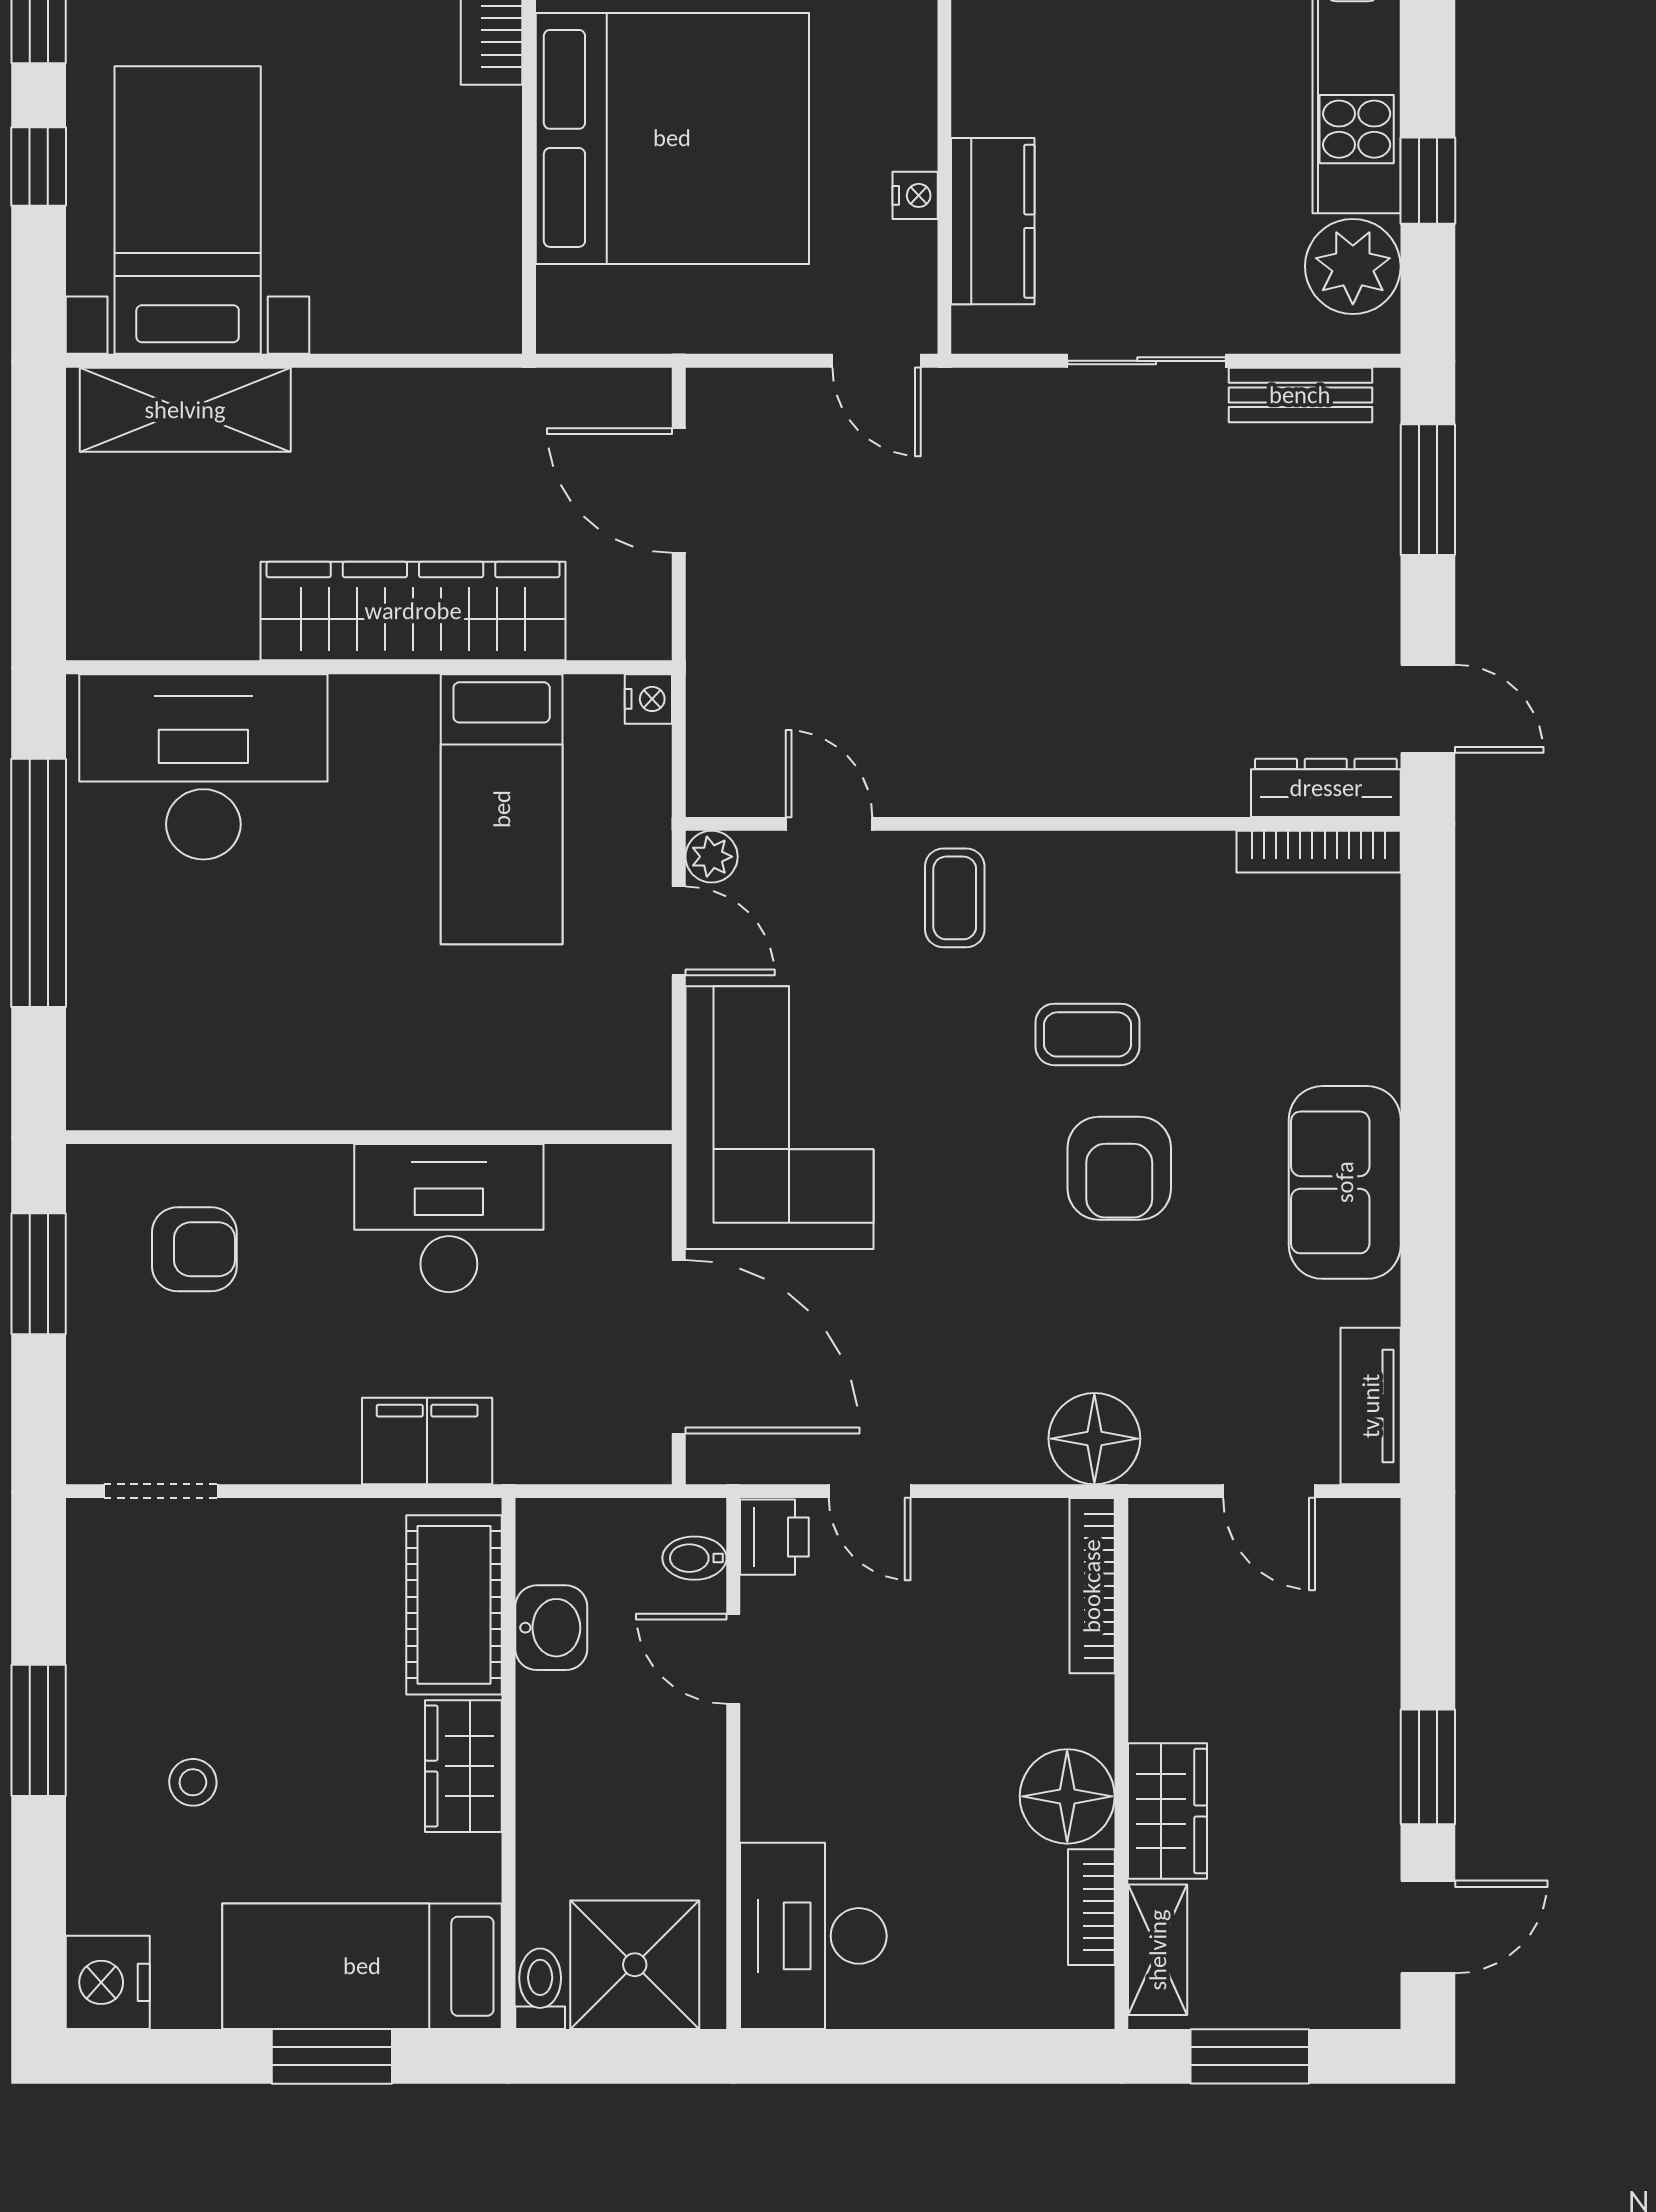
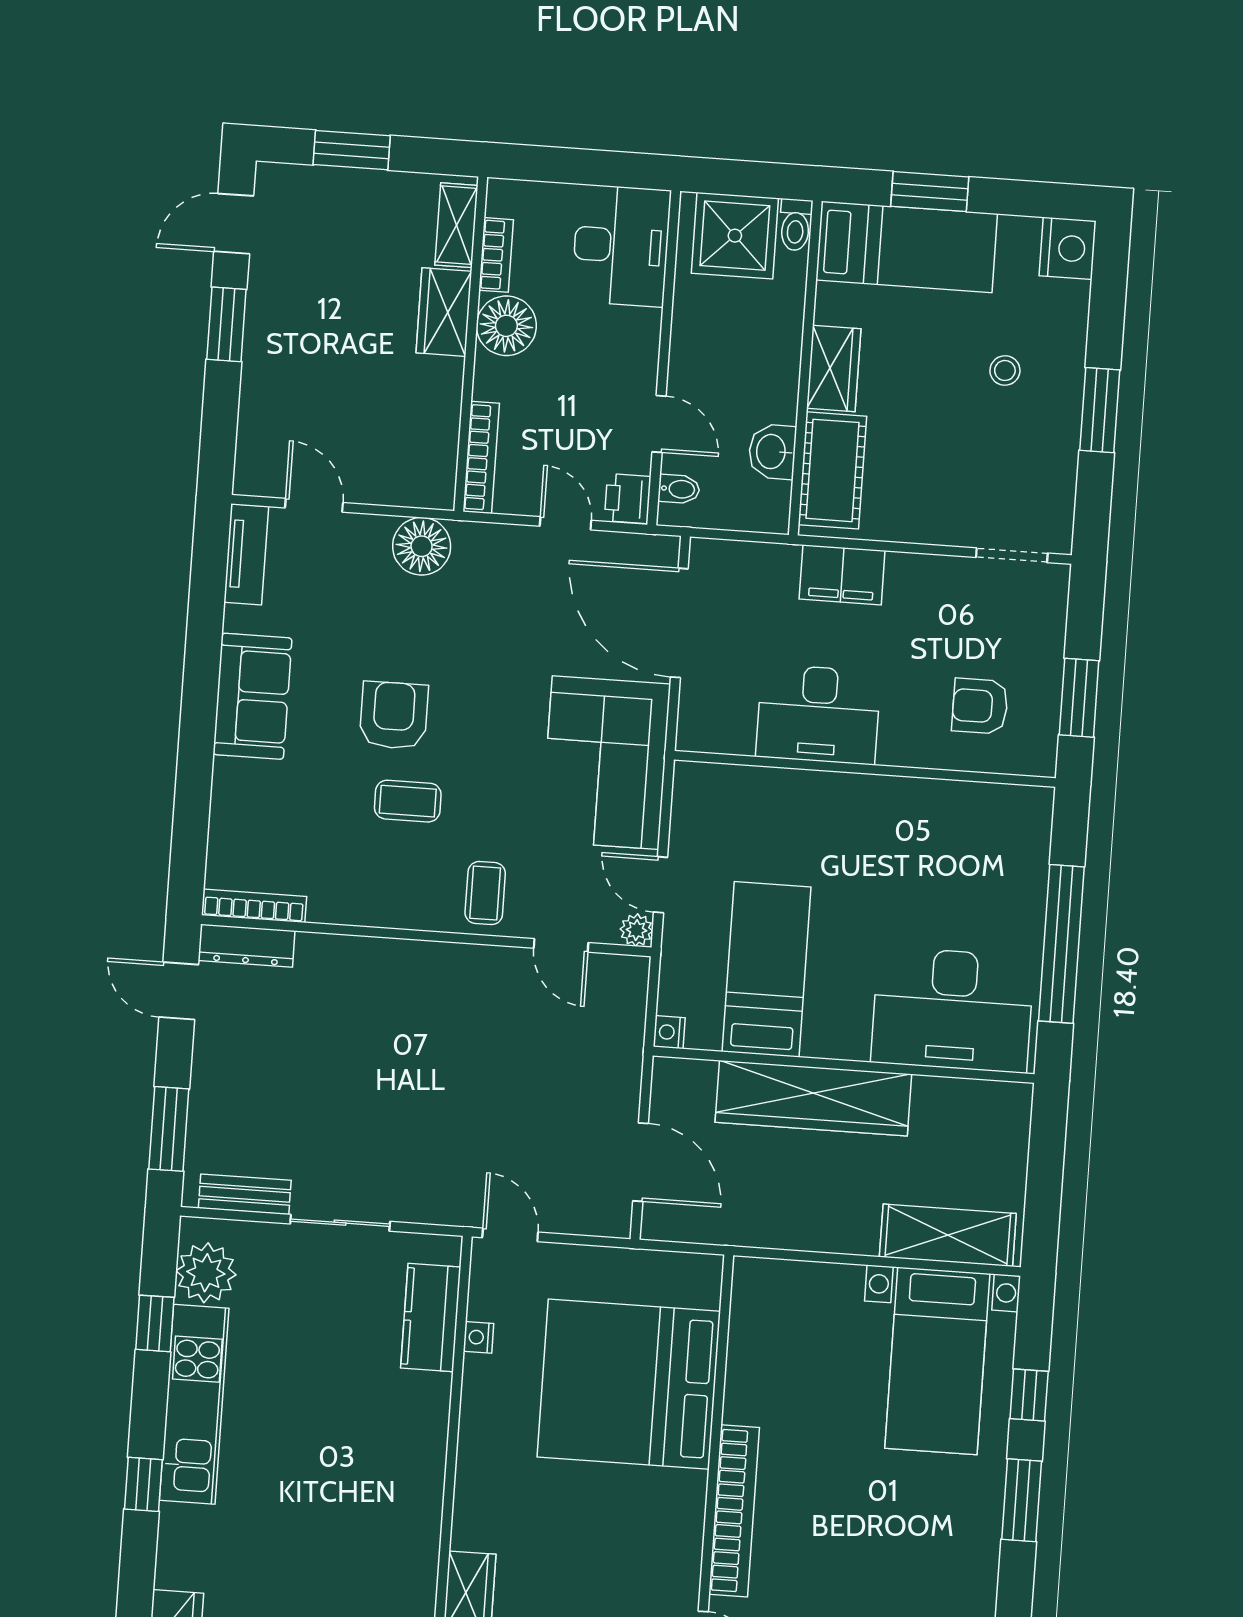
bookcase: (1092, 1586) -> (481, 457), moved
wall: (1121, 1764) -> (471, 344), moved
floor lamp: (1067, 1796) -> (506, 326), moved
wardrobe: (1168, 1811) -> (444, 312), moved
bookcase: (1091, 1907) -> (496, 255), moved
shelving: (1158, 1950) -> (456, 225), moved

